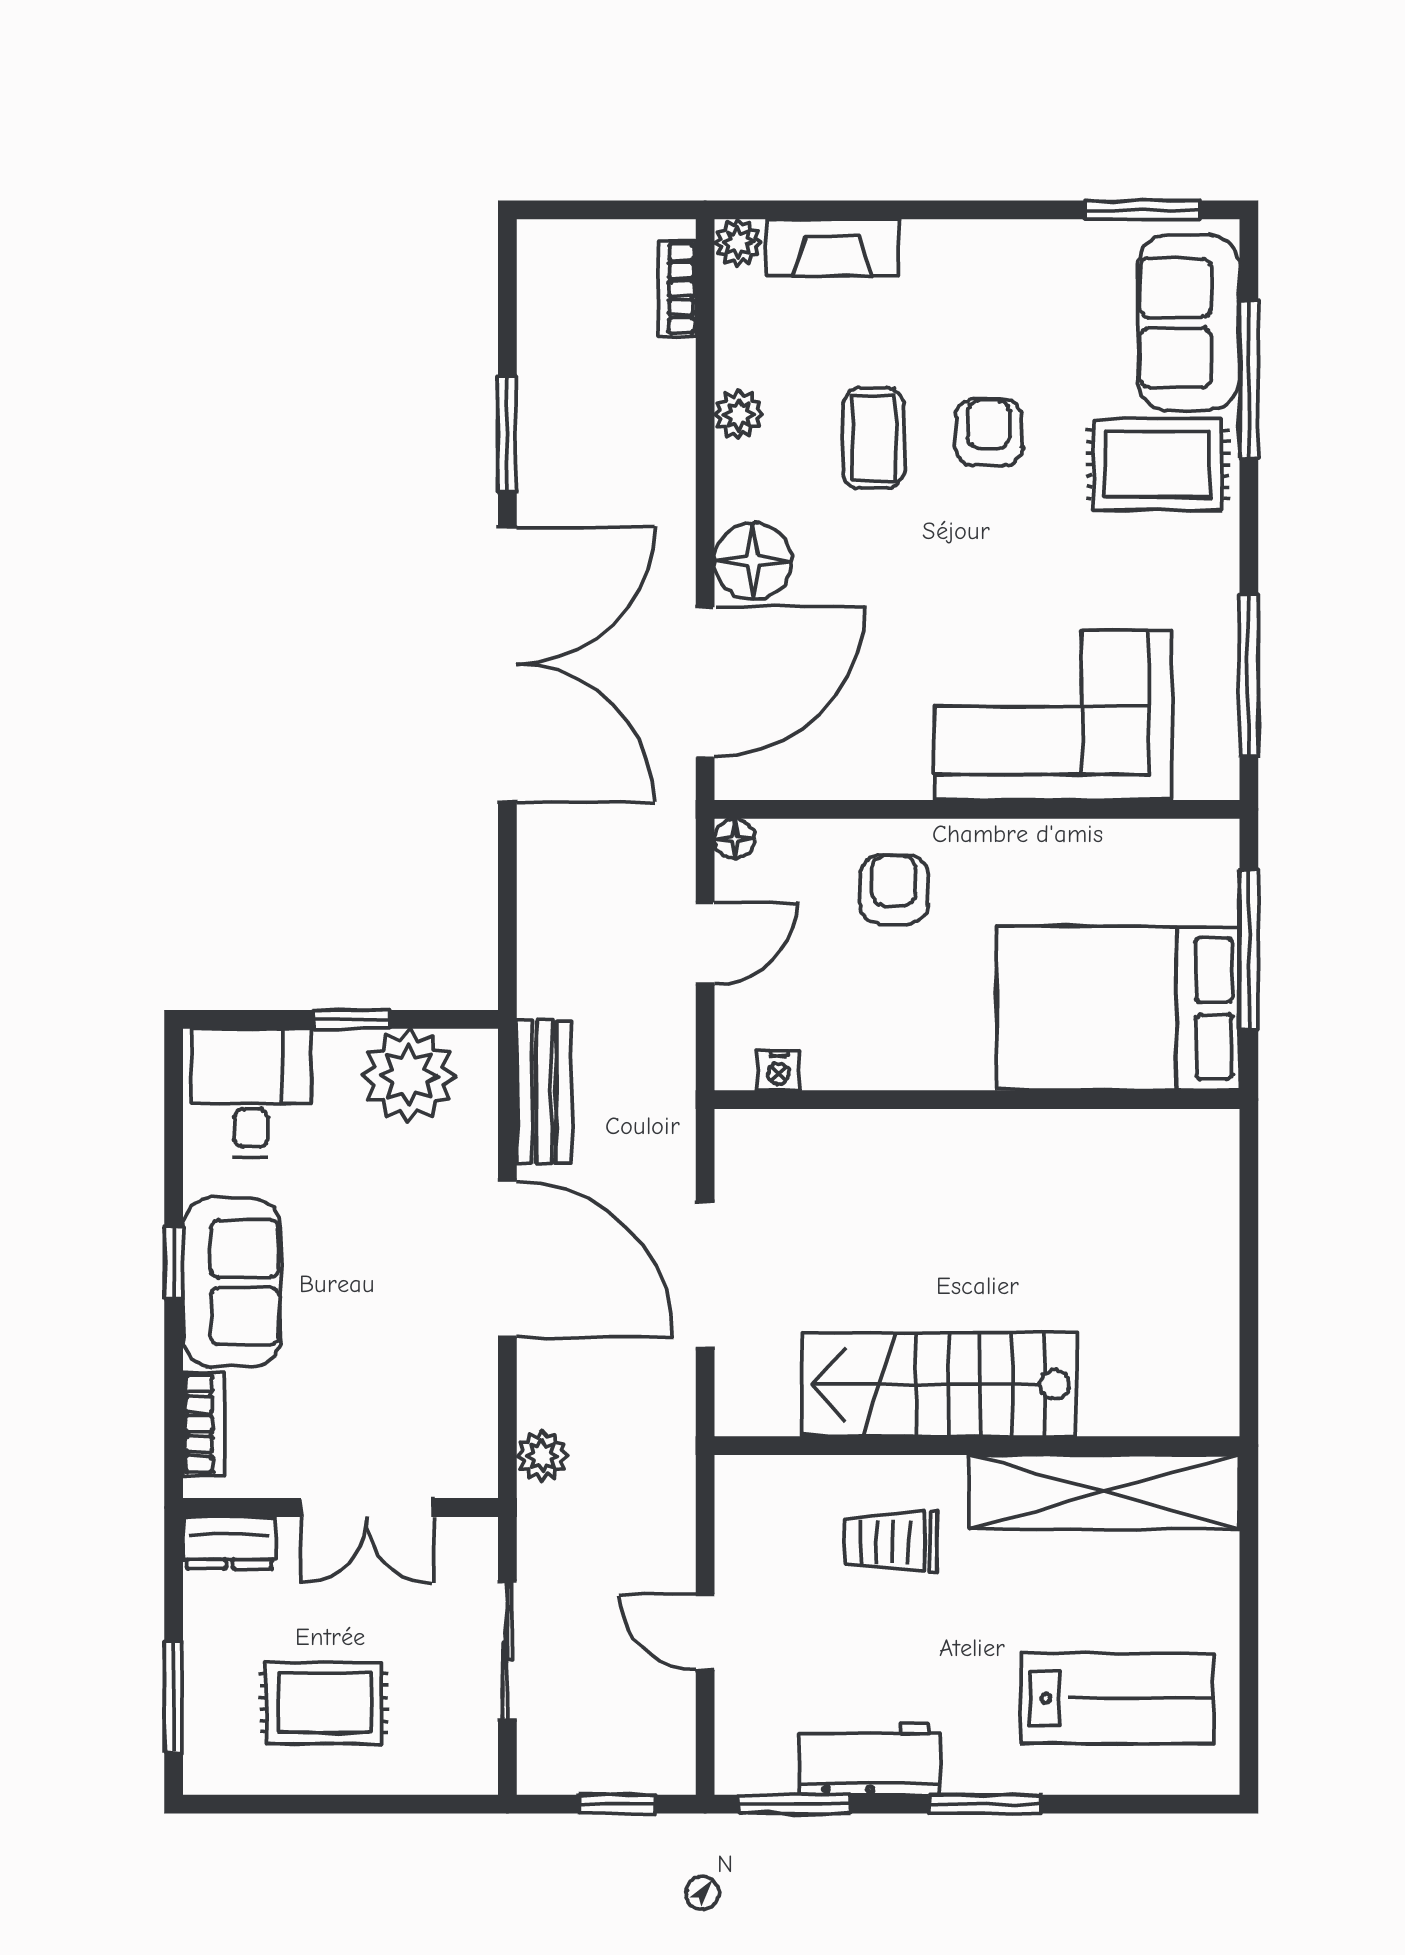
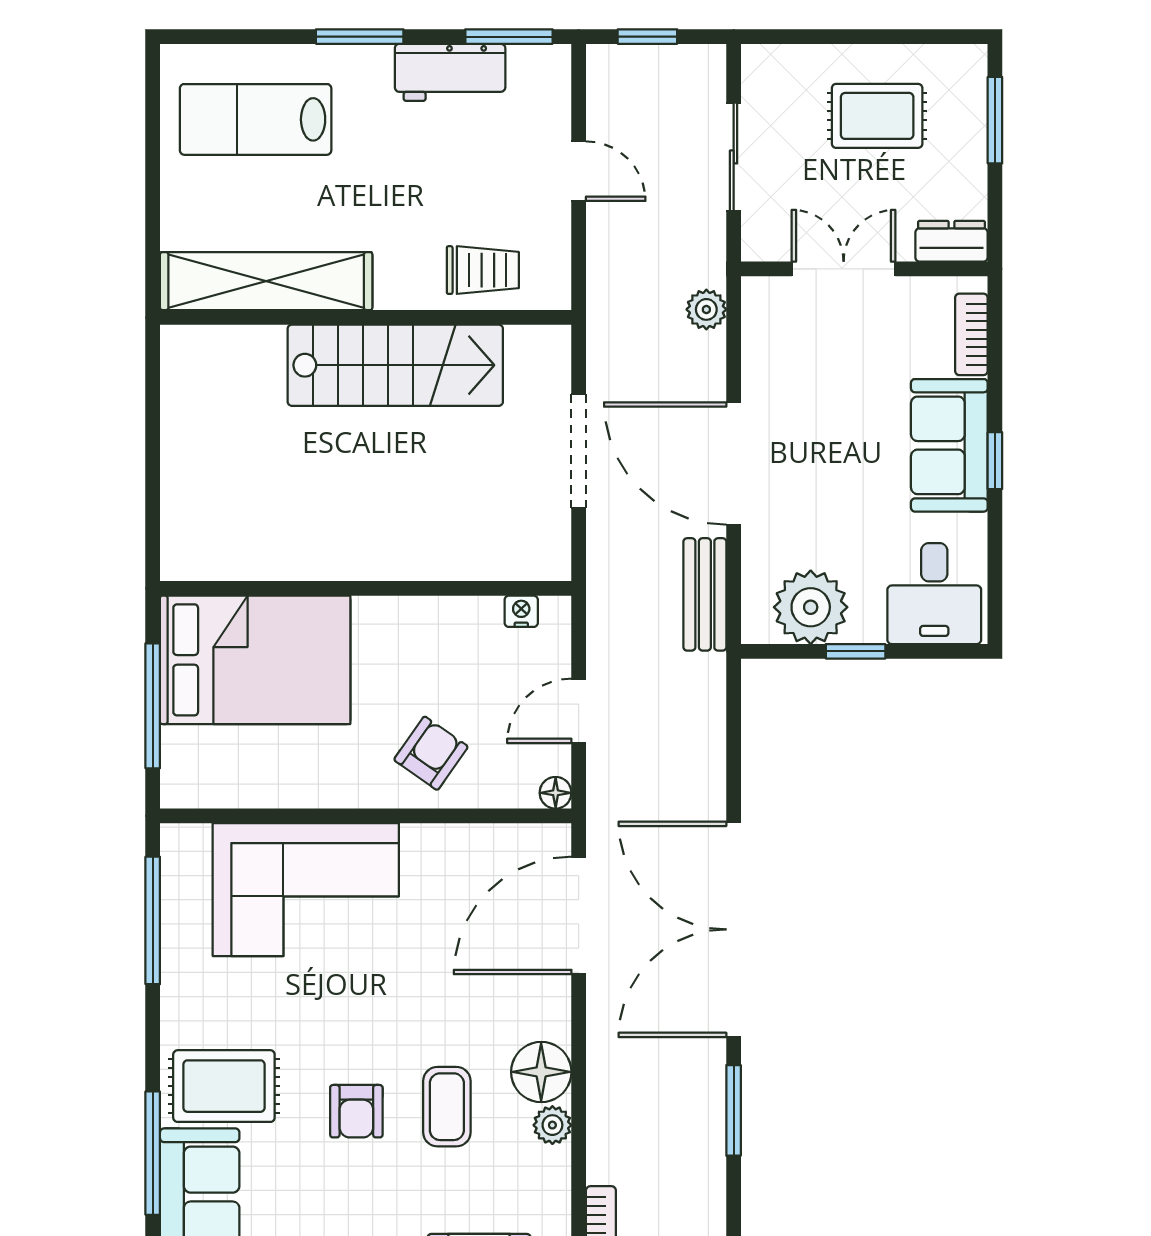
floor lamp: (753, 561) -> (541, 1072), moved
armchair: (894, 889) -> (431, 753), turned -145
trolley: (891, 1541) -> (483, 270), moved

